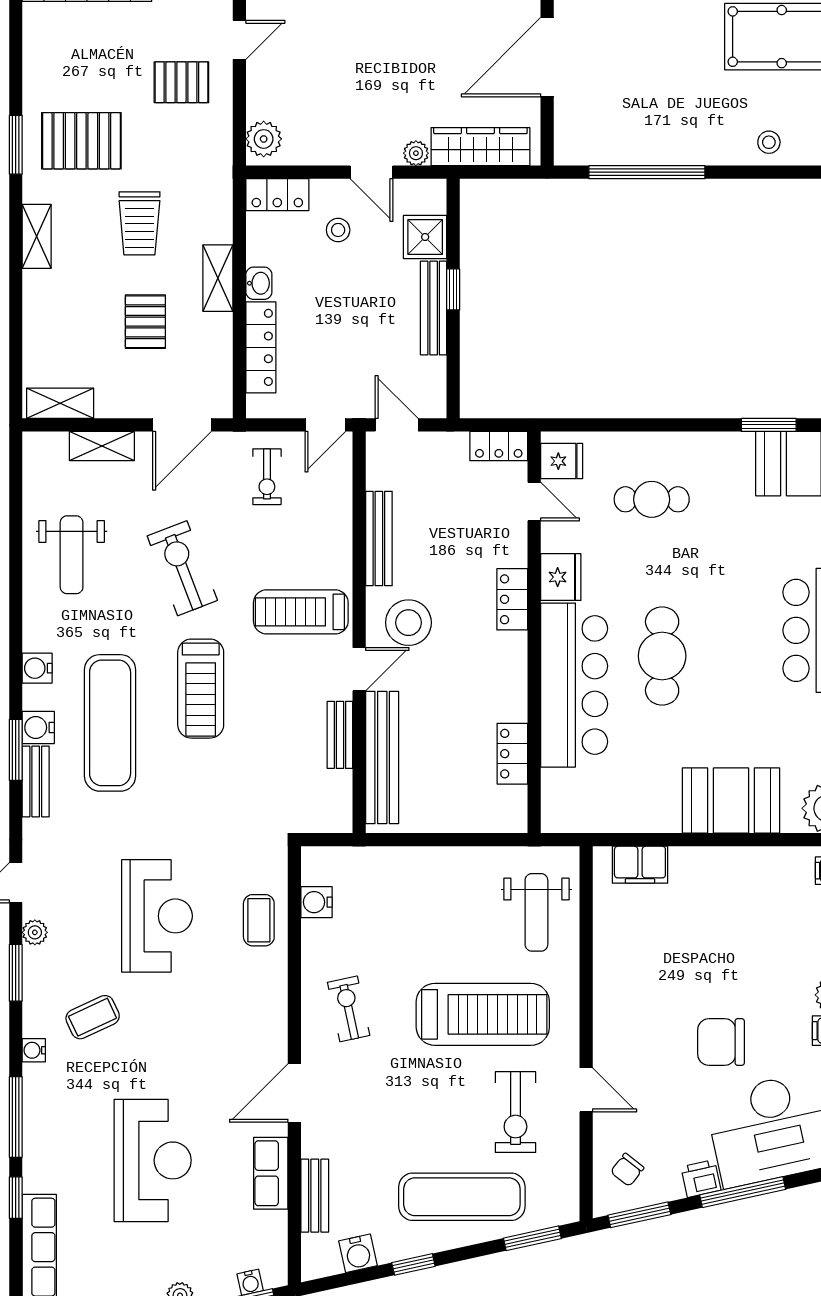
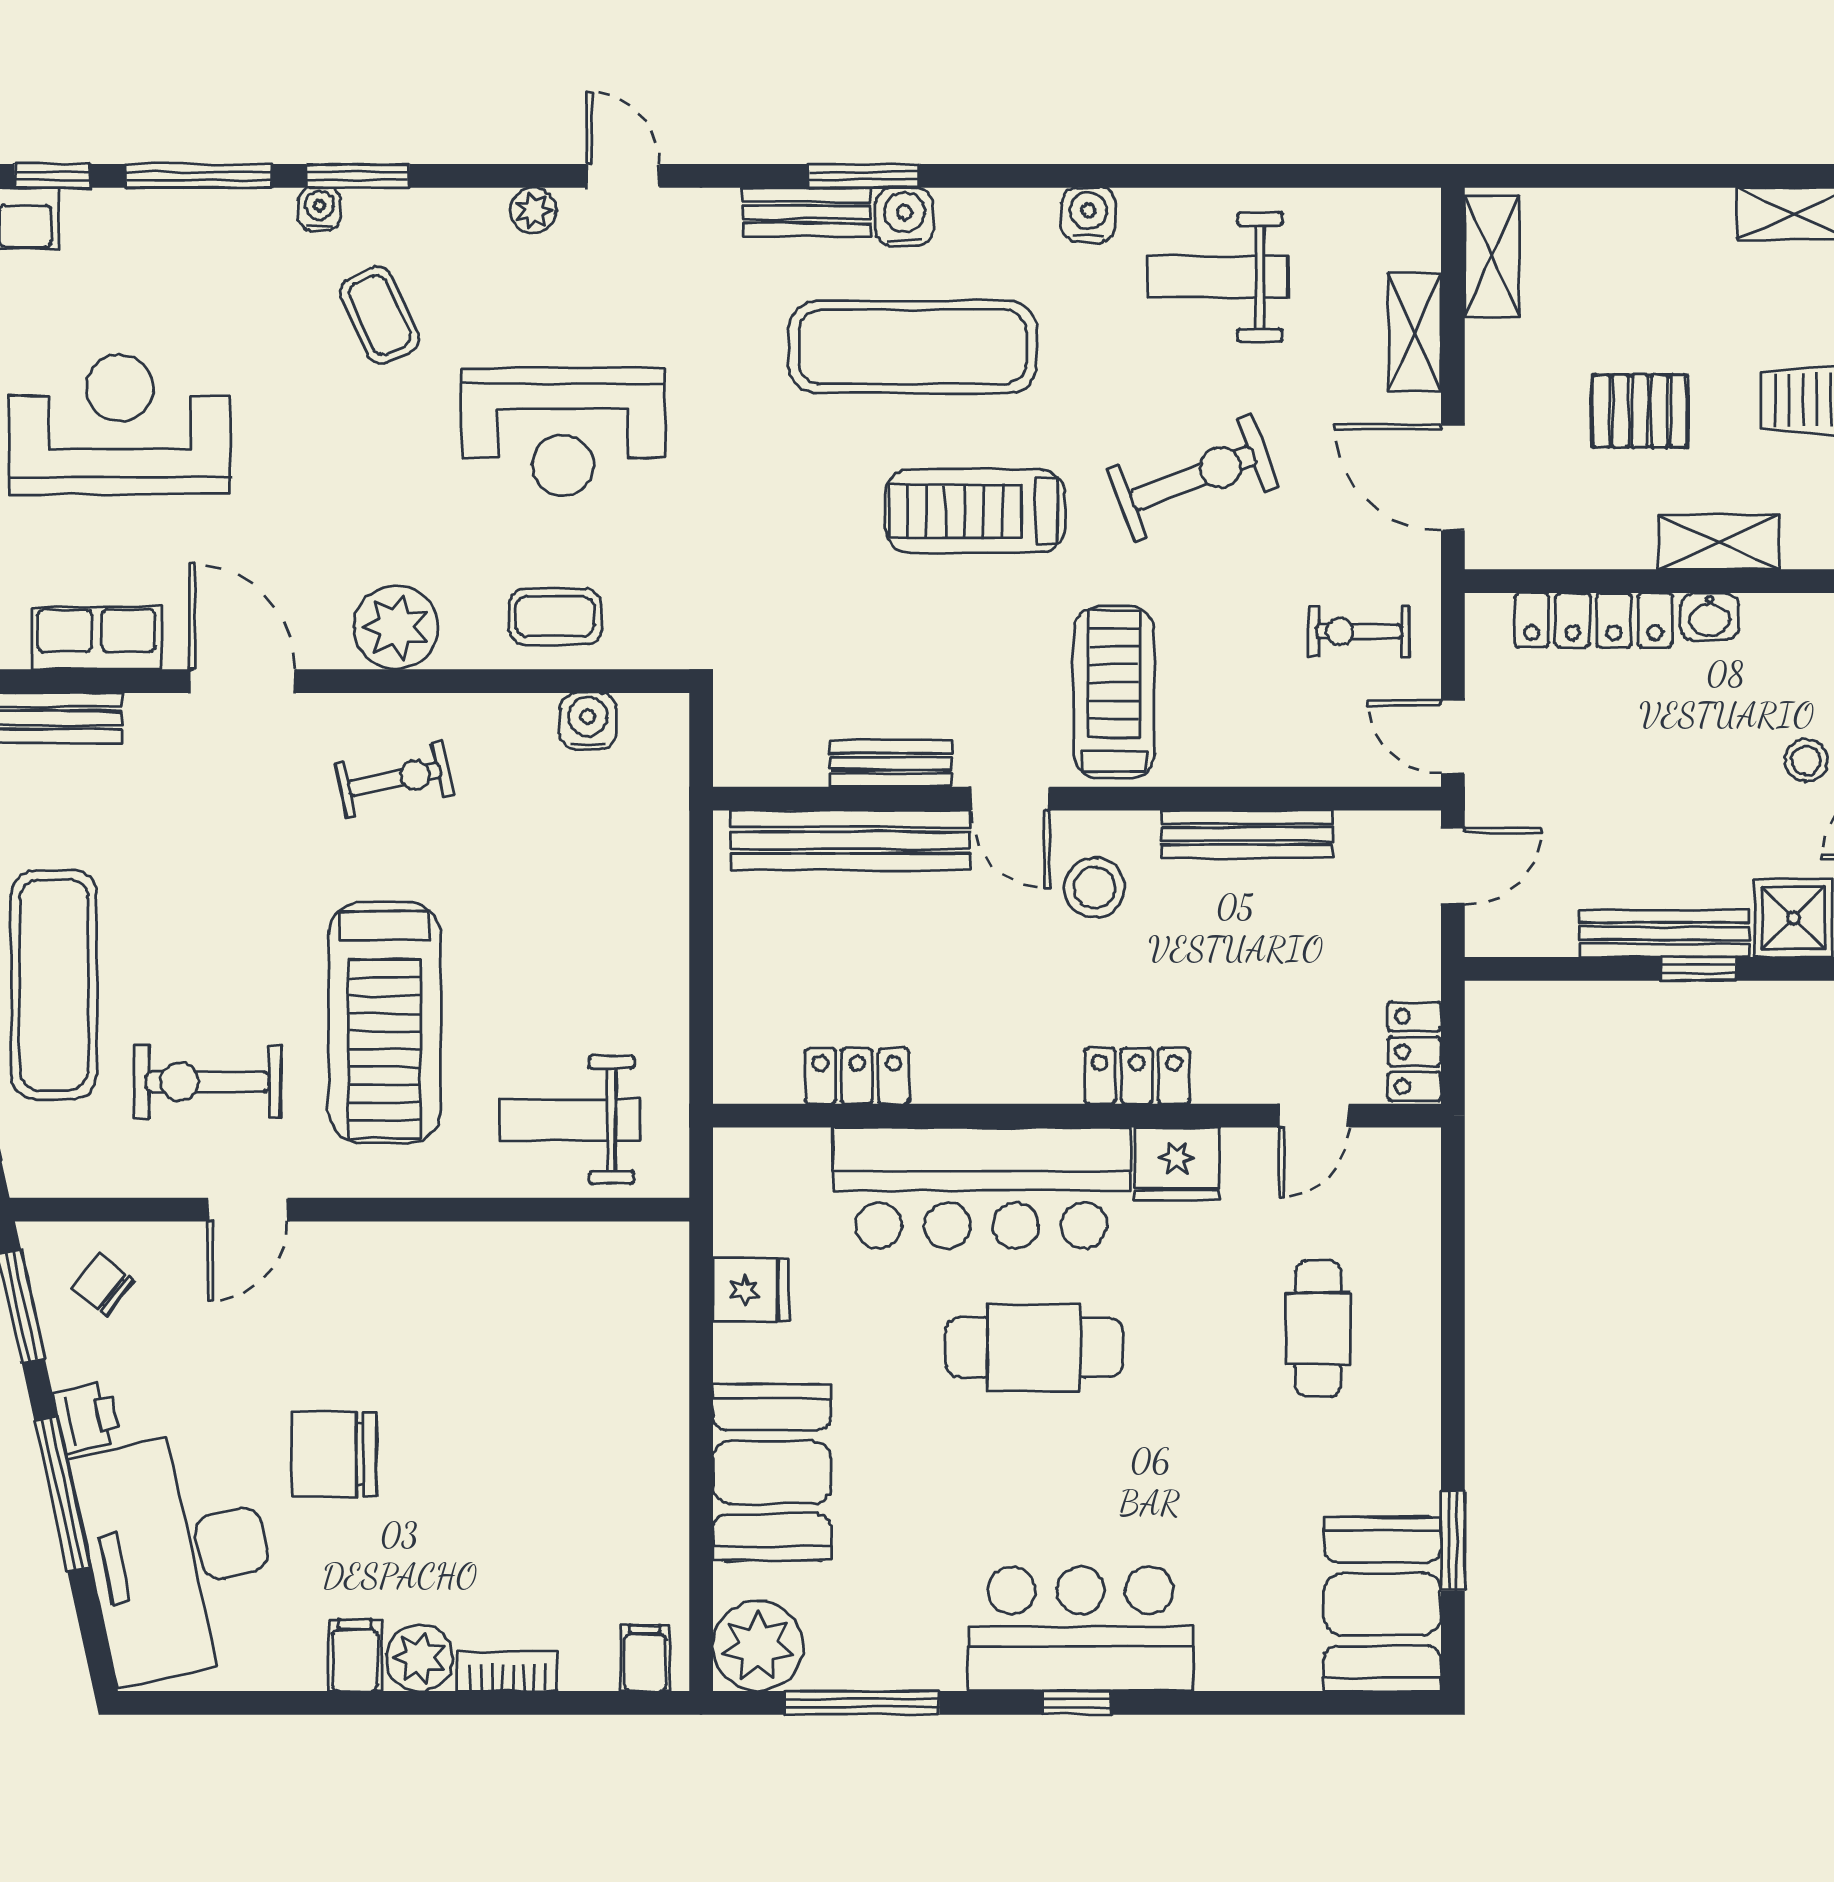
fridge: (562, 461) -> (751, 1290), moved, turned -90
stool: (408, 623) -> (1094, 888), width x0.73, depth x0.73
water cooler: (37, 668) -> (1088, 215), moved
filing cabinet: (640, 865) -> (656, 1307), removed
window: (16, 973) -> (358, 176), moved
plant: (265, 1008) -> (396, 627), added
chair: (721, 1042) -> (334, 1454), turned -90
reception desk: (153, 1160) -> (120, 424), turned 180

